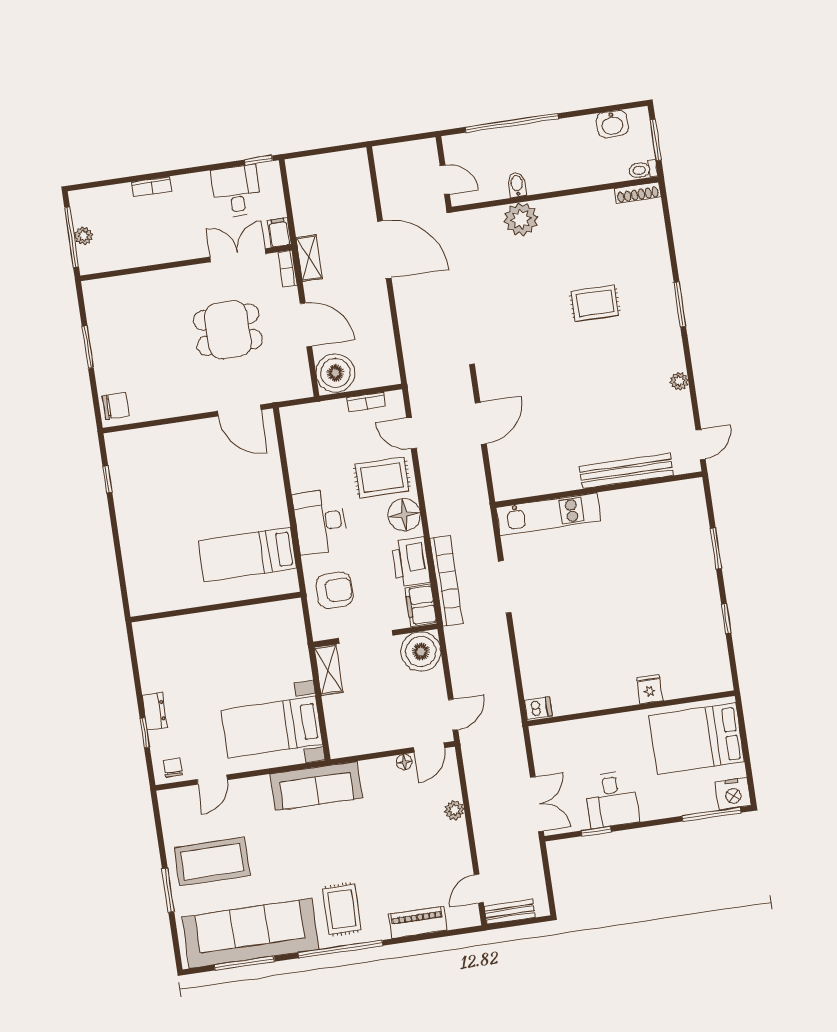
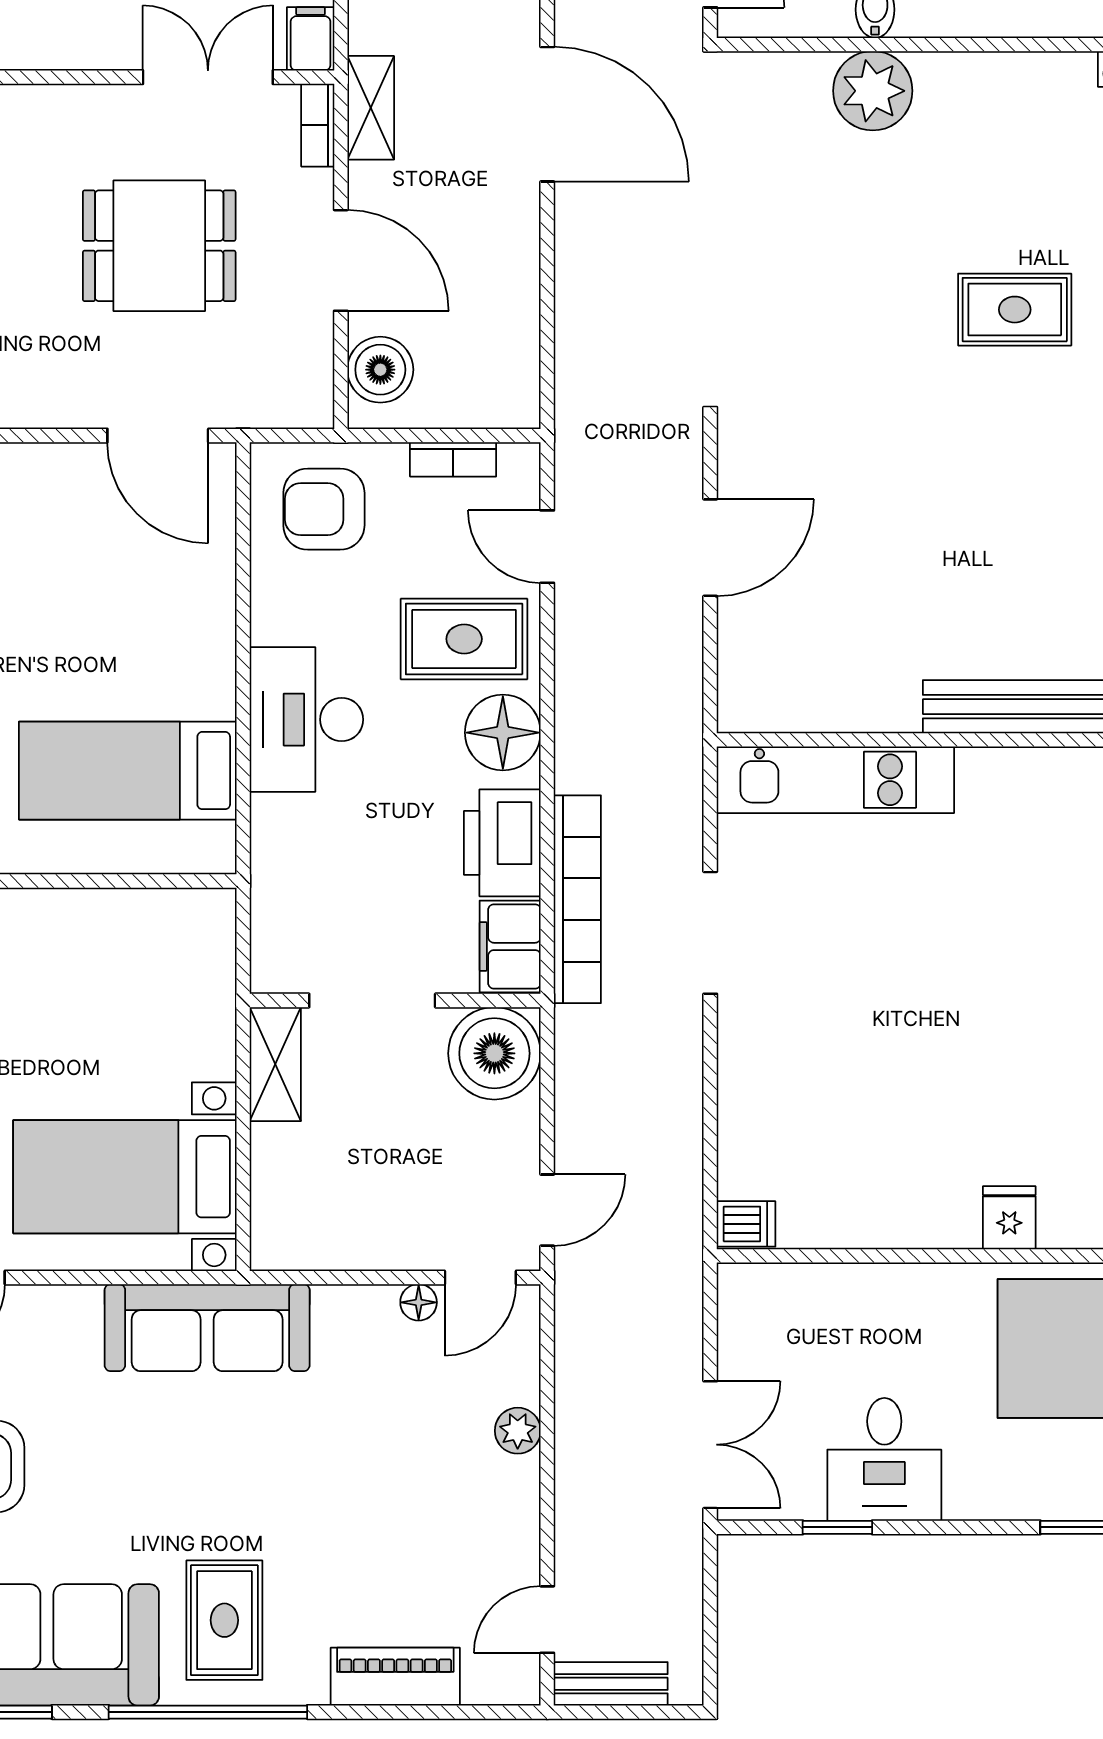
boiler: (335, 373) -> (380, 370), width x0.73, depth x0.73
armchair: (334, 590) -> (324, 509), moved, turned 180

